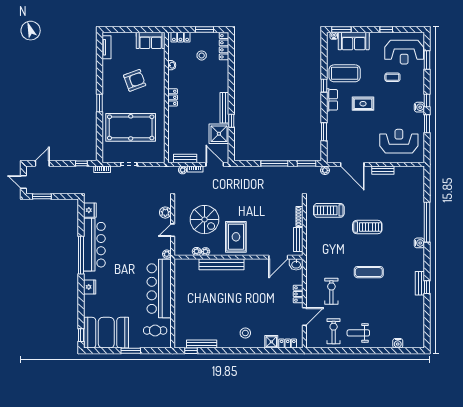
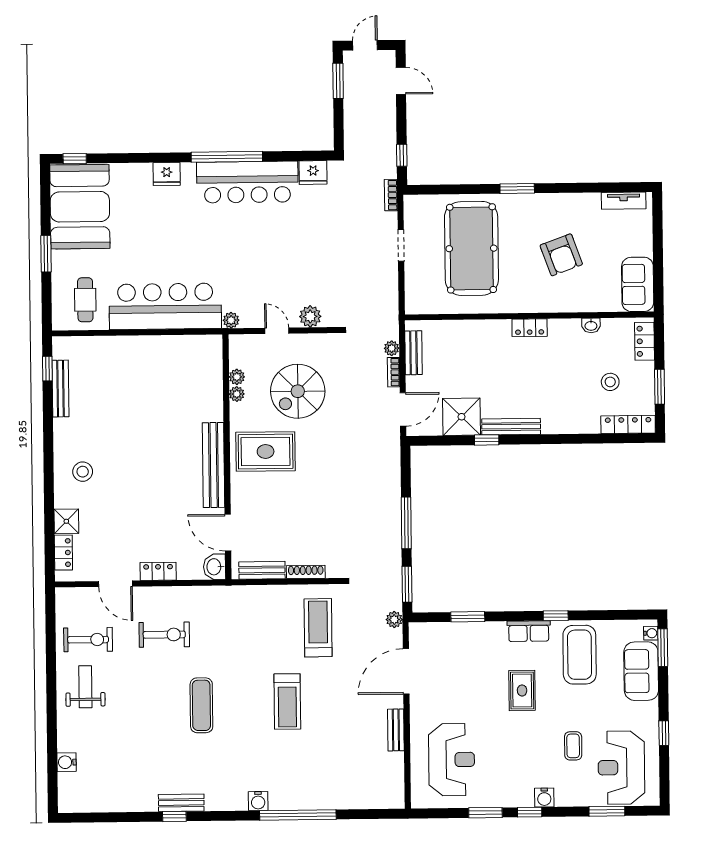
water cooler: (419, 107) -> (544, 798), moved
bench: (222, 264) -> (214, 465), moved

